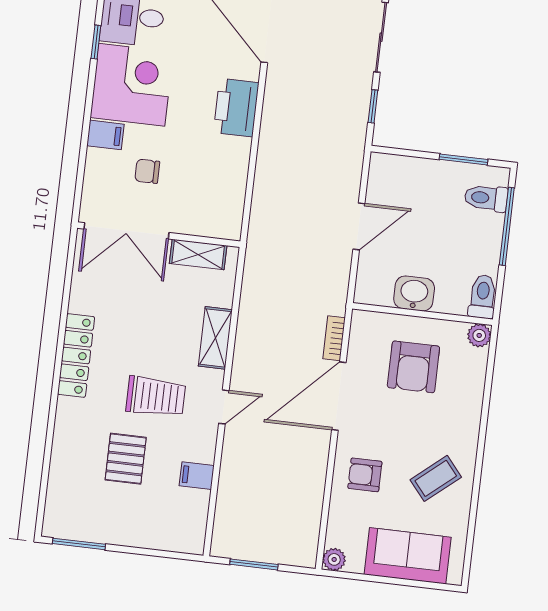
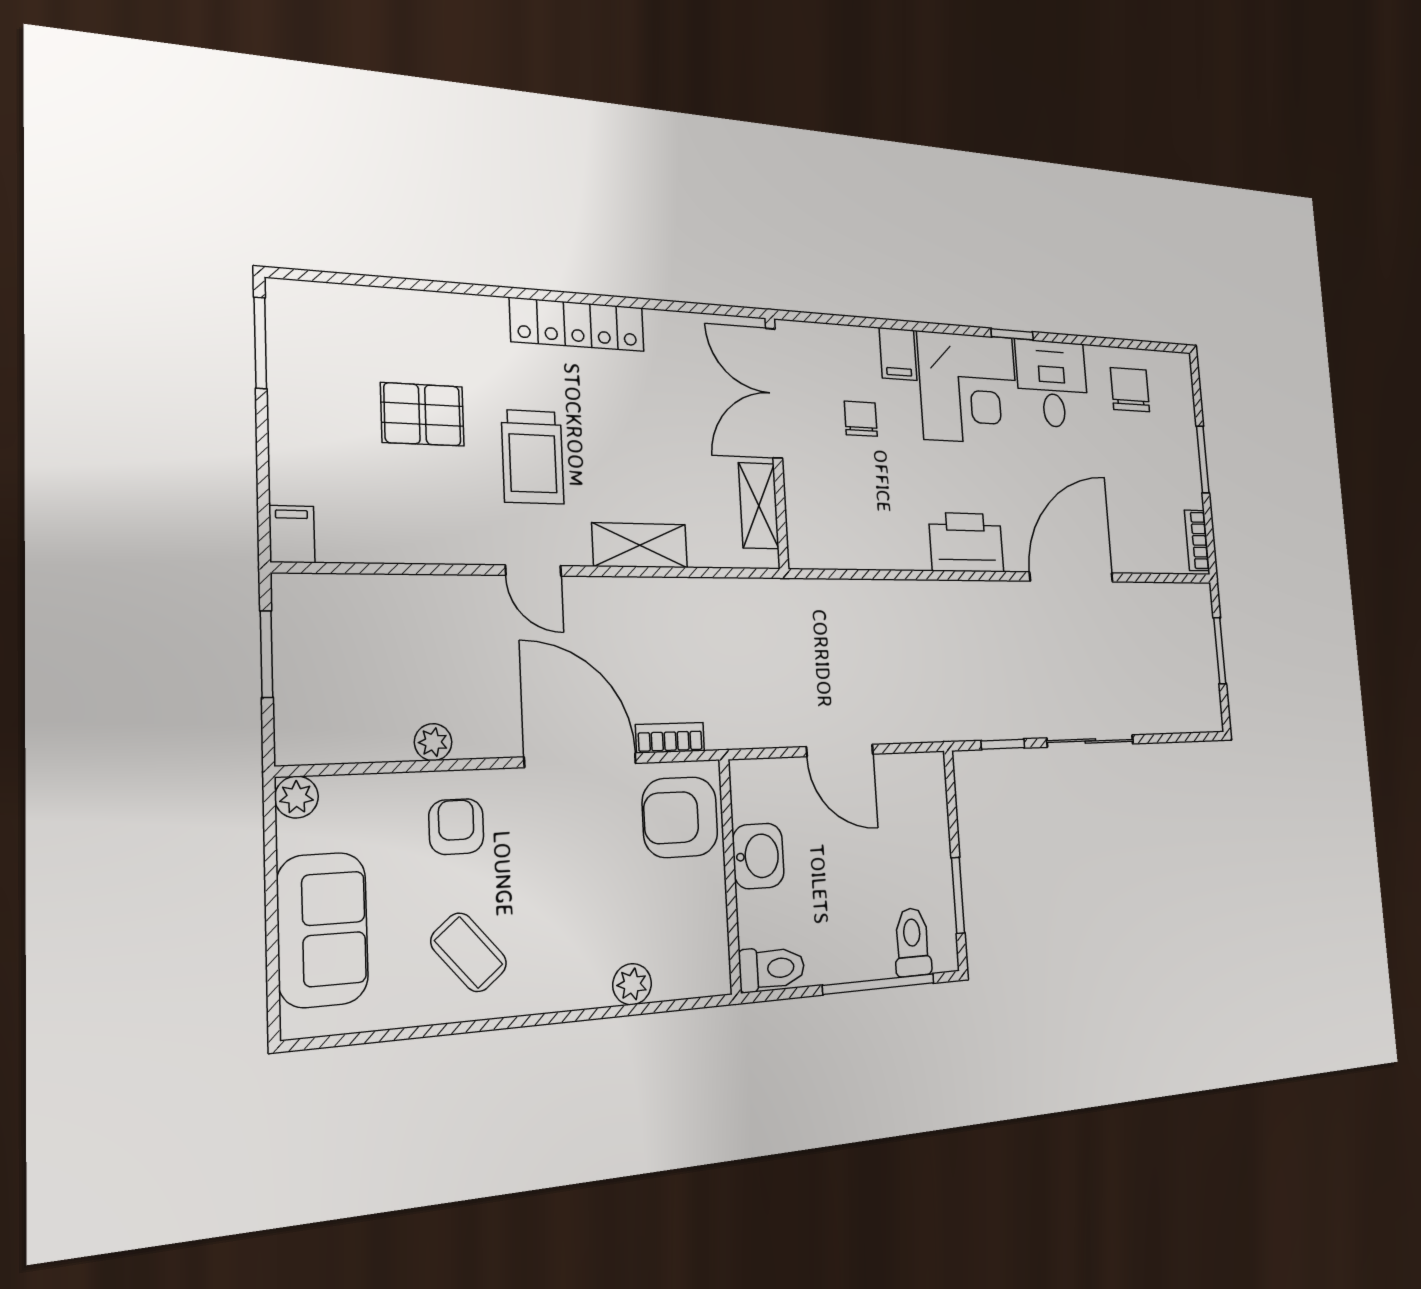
plant: (479, 335) -> (632, 984), moved
armchair: (413, 367) -> (680, 817), moved
filing cabinet: (197, 476) -> (292, 534), moved
plant: (315, 481) -> (433, 742), added

